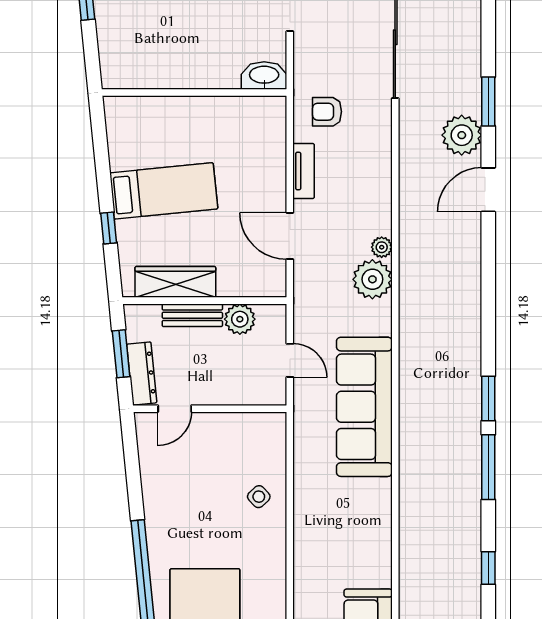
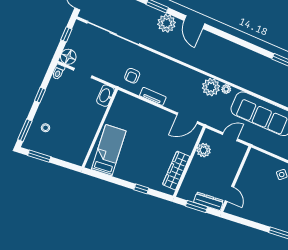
bed: (164, 191) -> (109, 150), moved
door: (290, 236) -> (187, 118), moved
plant: (382, 247) -> (226, 89), moved
bench: (192, 315) -> (193, 169), removed

